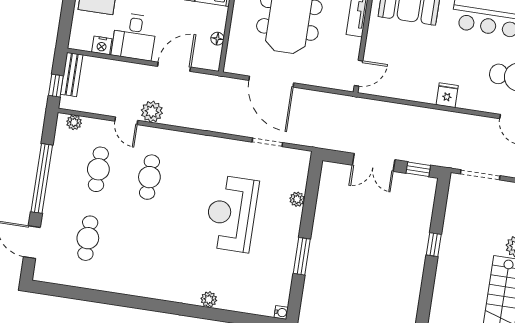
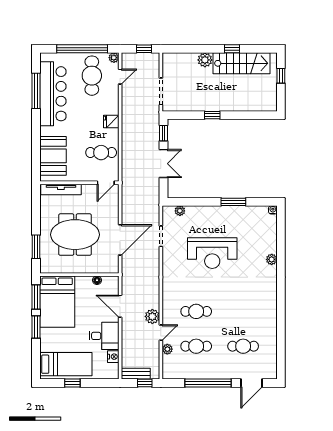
door: (358, 73) -> (106, 183), swing flipped
cafe table: (404, 73) -> (101, 153), added
plant: (74, 122) -> (167, 349), moved
plant: (297, 199) -> (180, 211), moved

